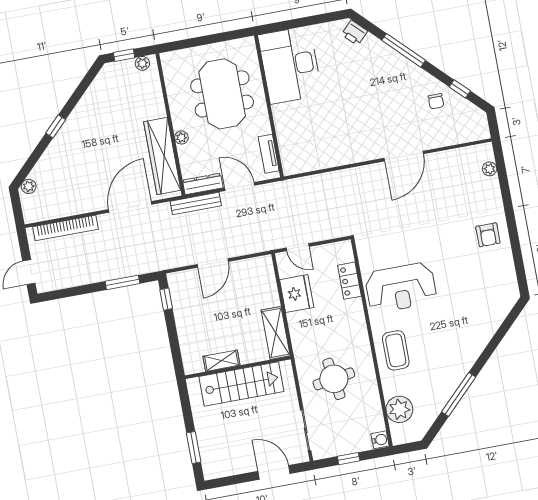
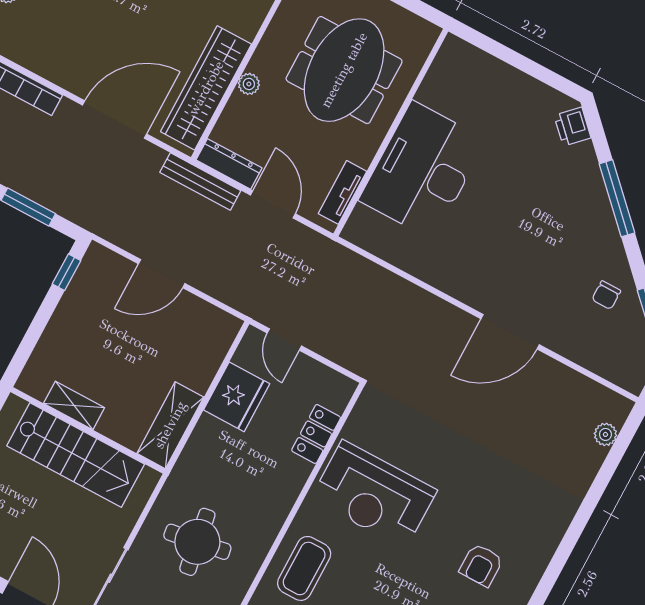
desk: (290, 65) -> (423, 170), moved
armchair: (488, 235) -> (481, 565), moved

